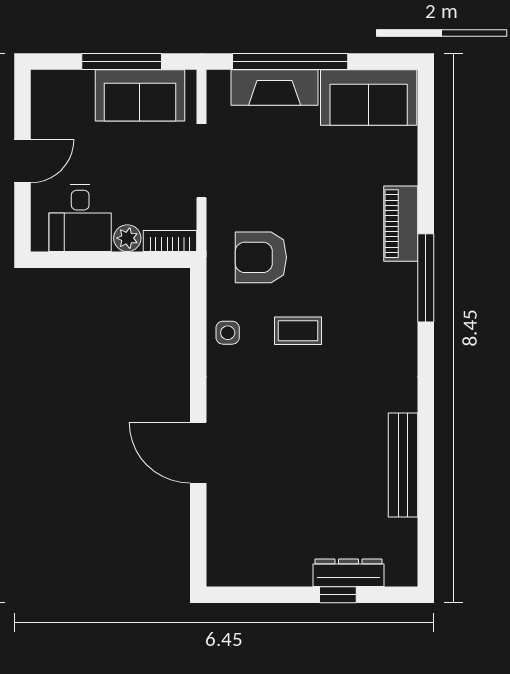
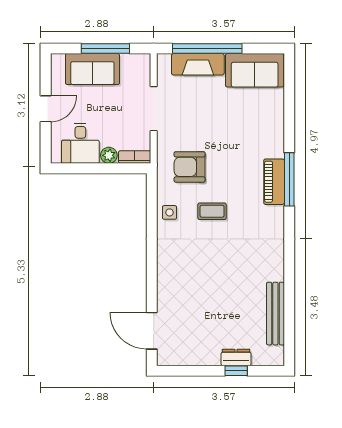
sofa: (140, 95) -> (92, 69), moved
piano: (401, 224) -> (274, 182), moved
door: (198, 453) -> (152, 331), moved
bench: (403, 465) -> (275, 314), moved
dresser: (349, 573) -> (236, 357), width x0.70

